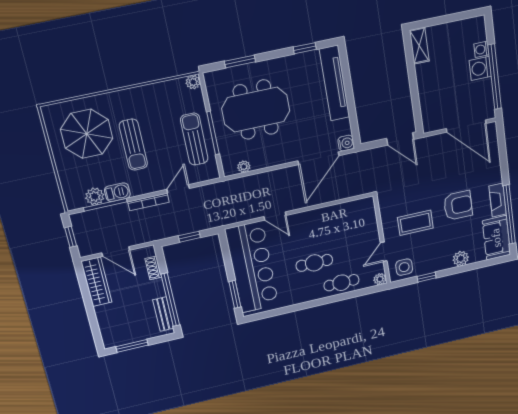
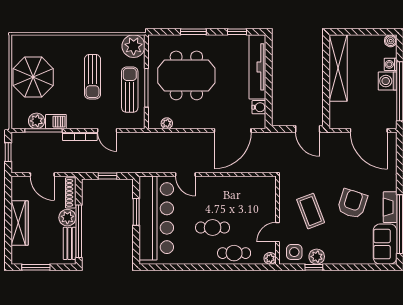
boiler: (479, 23) -> (391, 41), added
shelving: (419, 46) -> (338, 68), width x2.20, depth x1.33
window: (240, 62) -> (193, 32), moved
plant: (193, 82) -> (134, 46), width x1.88, depth x1.88
parasol: (87, 134) -> (33, 77), moved
water cooler: (346, 143) -> (259, 107), moved
sun lounger: (133, 145) -> (92, 77), moved
door: (178, 189) -> (107, 130), swing flipped
armchair: (458, 205) -> (352, 204), turned -72
coffee table: (415, 223) -> (311, 211), turned 69
plant: (461, 259) -> (317, 257), moved
shoe rack: (153, 268) -> (71, 193), width x1.43
wardrobe: (96, 282) -> (20, 223), moved
plant: (155, 289) -> (67, 218), added
window: (235, 294) -> (136, 212), moved

